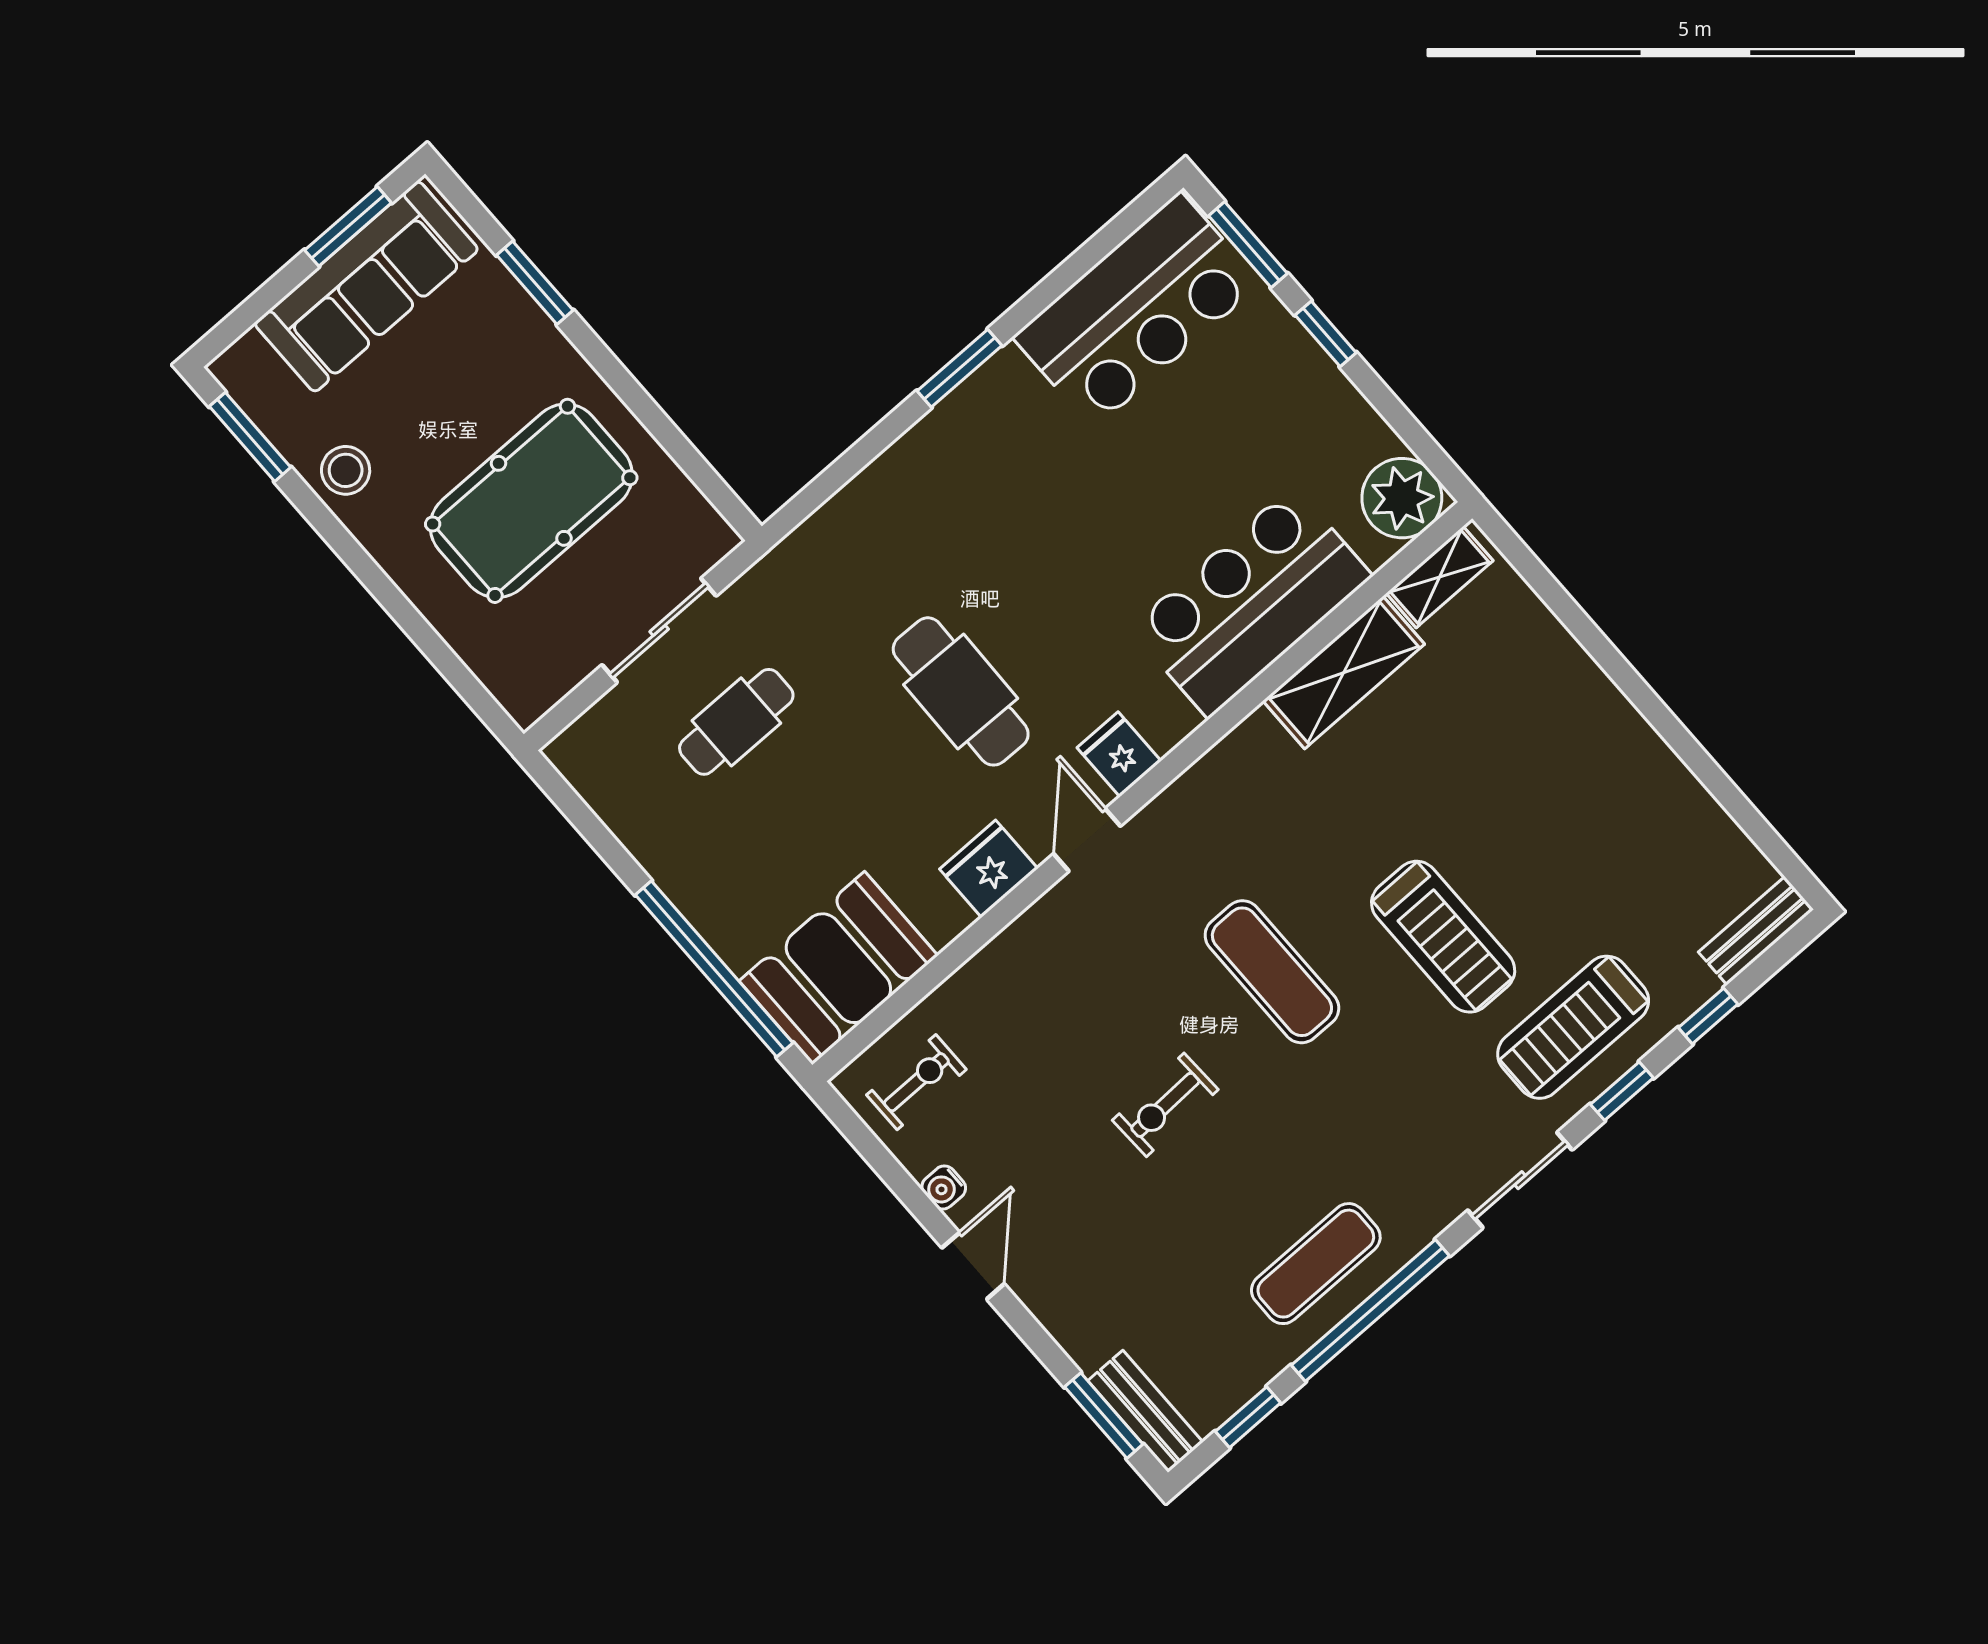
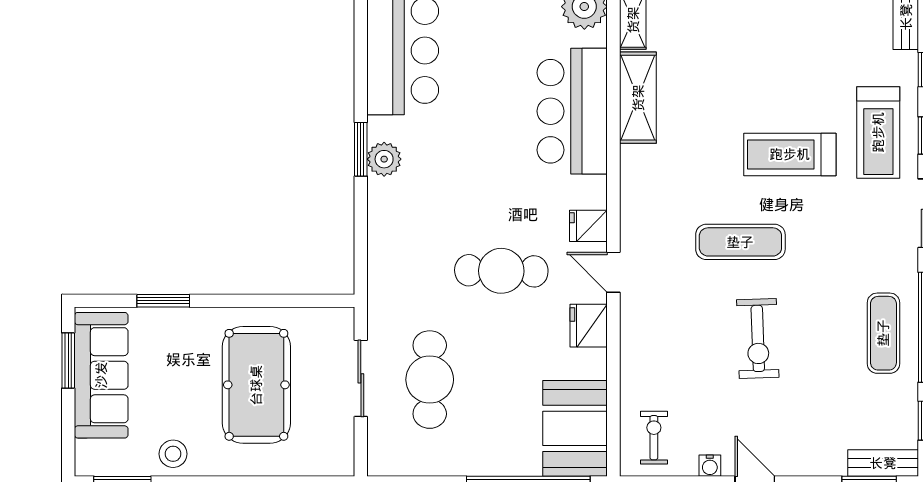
plant: (973, 410) -> (384, 159), added
cafe table: (736, 722) -> (430, 380), width x1.37, depth x1.35
treadmill: (1443, 937) -> (790, 154), turned 180
exercise bike: (1165, 1105) -> (758, 338), width x1.38, depth x1.39

